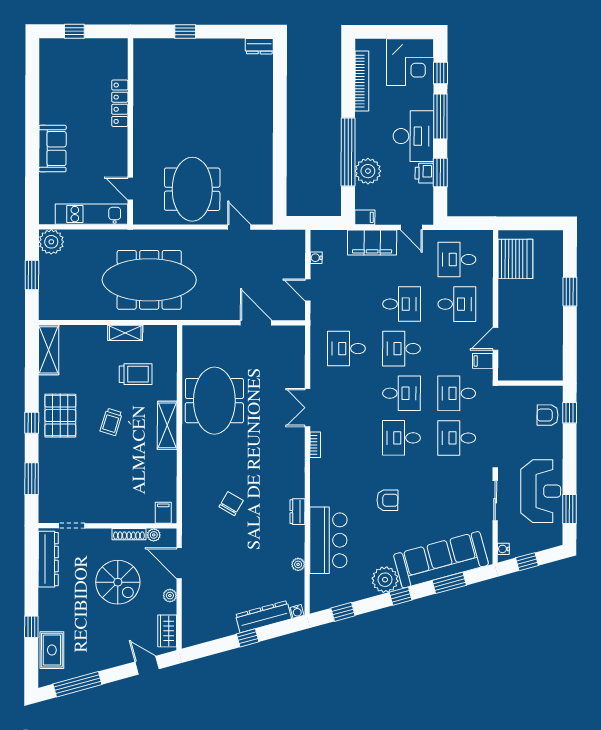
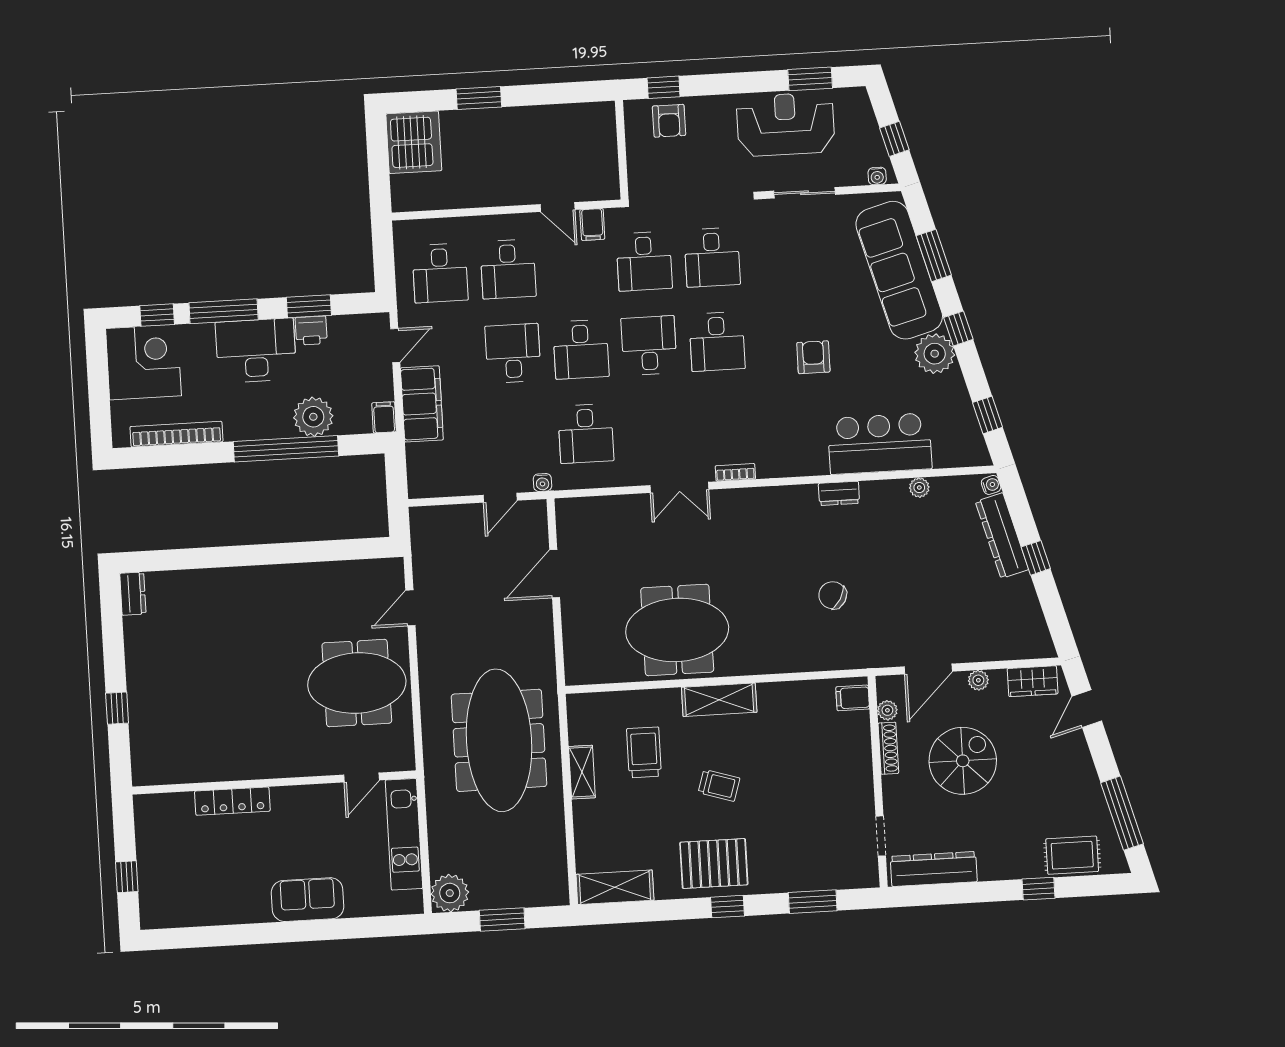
water cooler: (316, 258) -> (542, 482), moved
server rack: (515, 259) -> (414, 142), moved, turned 90
desk: (457, 304) -> (508, 269), turned 180

